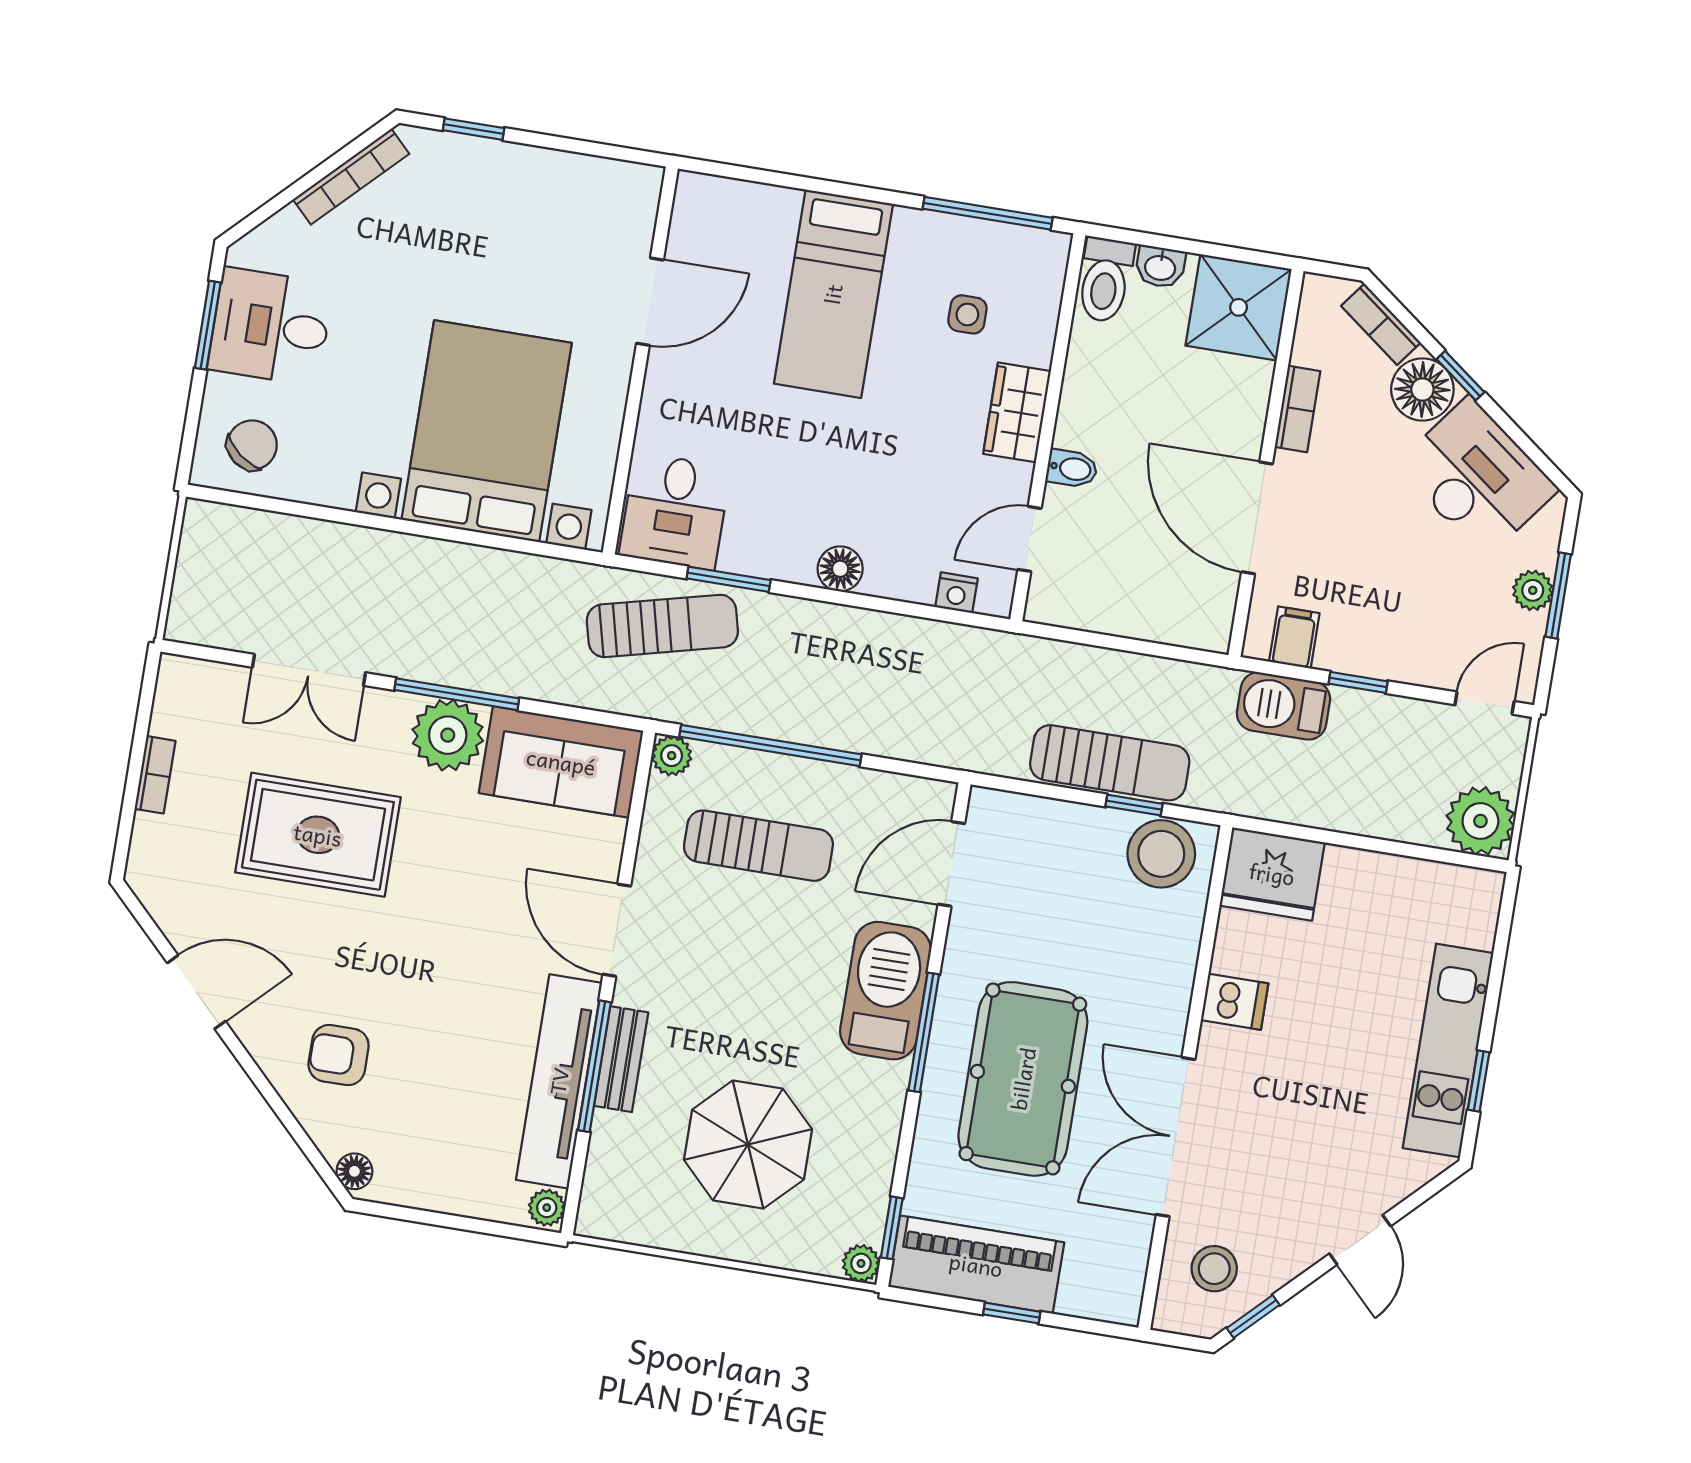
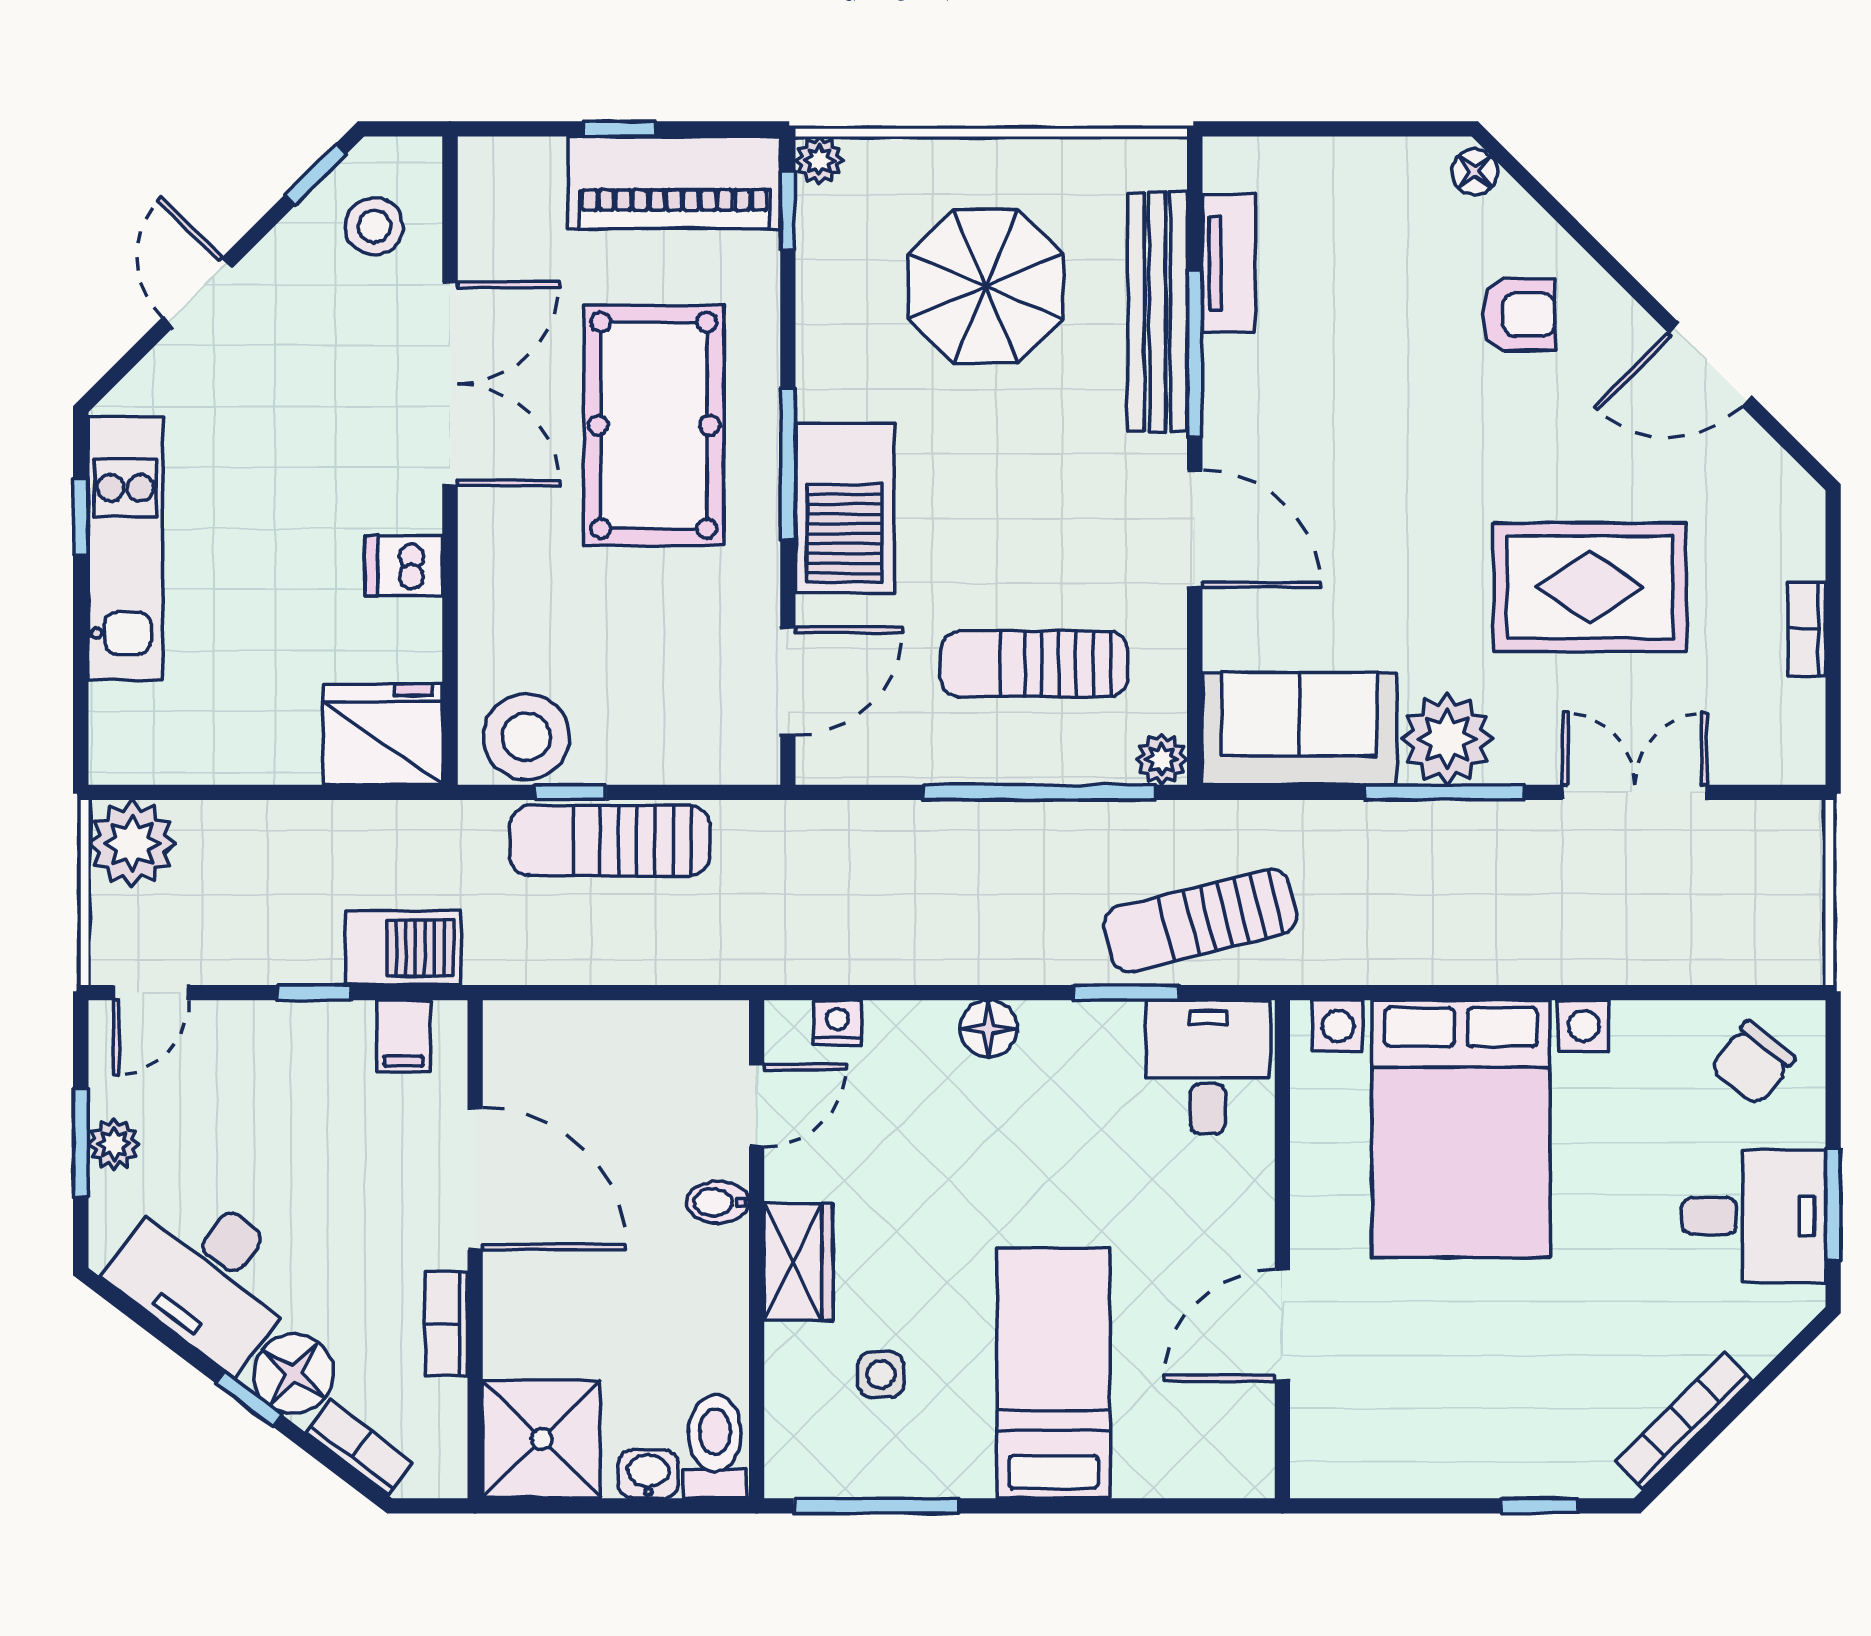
bench: (621, 1059) -> (1157, 312), width x1.86, depth x1.21
tv unit: (559, 1081) -> (1229, 263), width x0.52, depth x0.78
plant: (547, 1208) -> (1226, 166), removed

